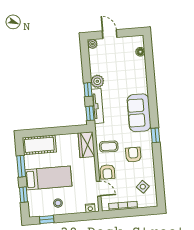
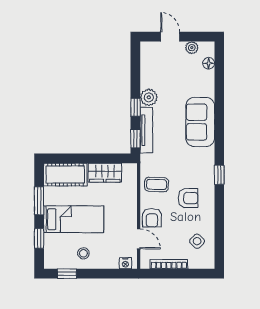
plant: (92, 44) -> (192, 48), moved
sofa: (139, 113) -> (200, 122), moved
wardrobe: (86, 145) -> (105, 173), moved, turned -90
armchair: (133, 155) -> (188, 198), turned 90

